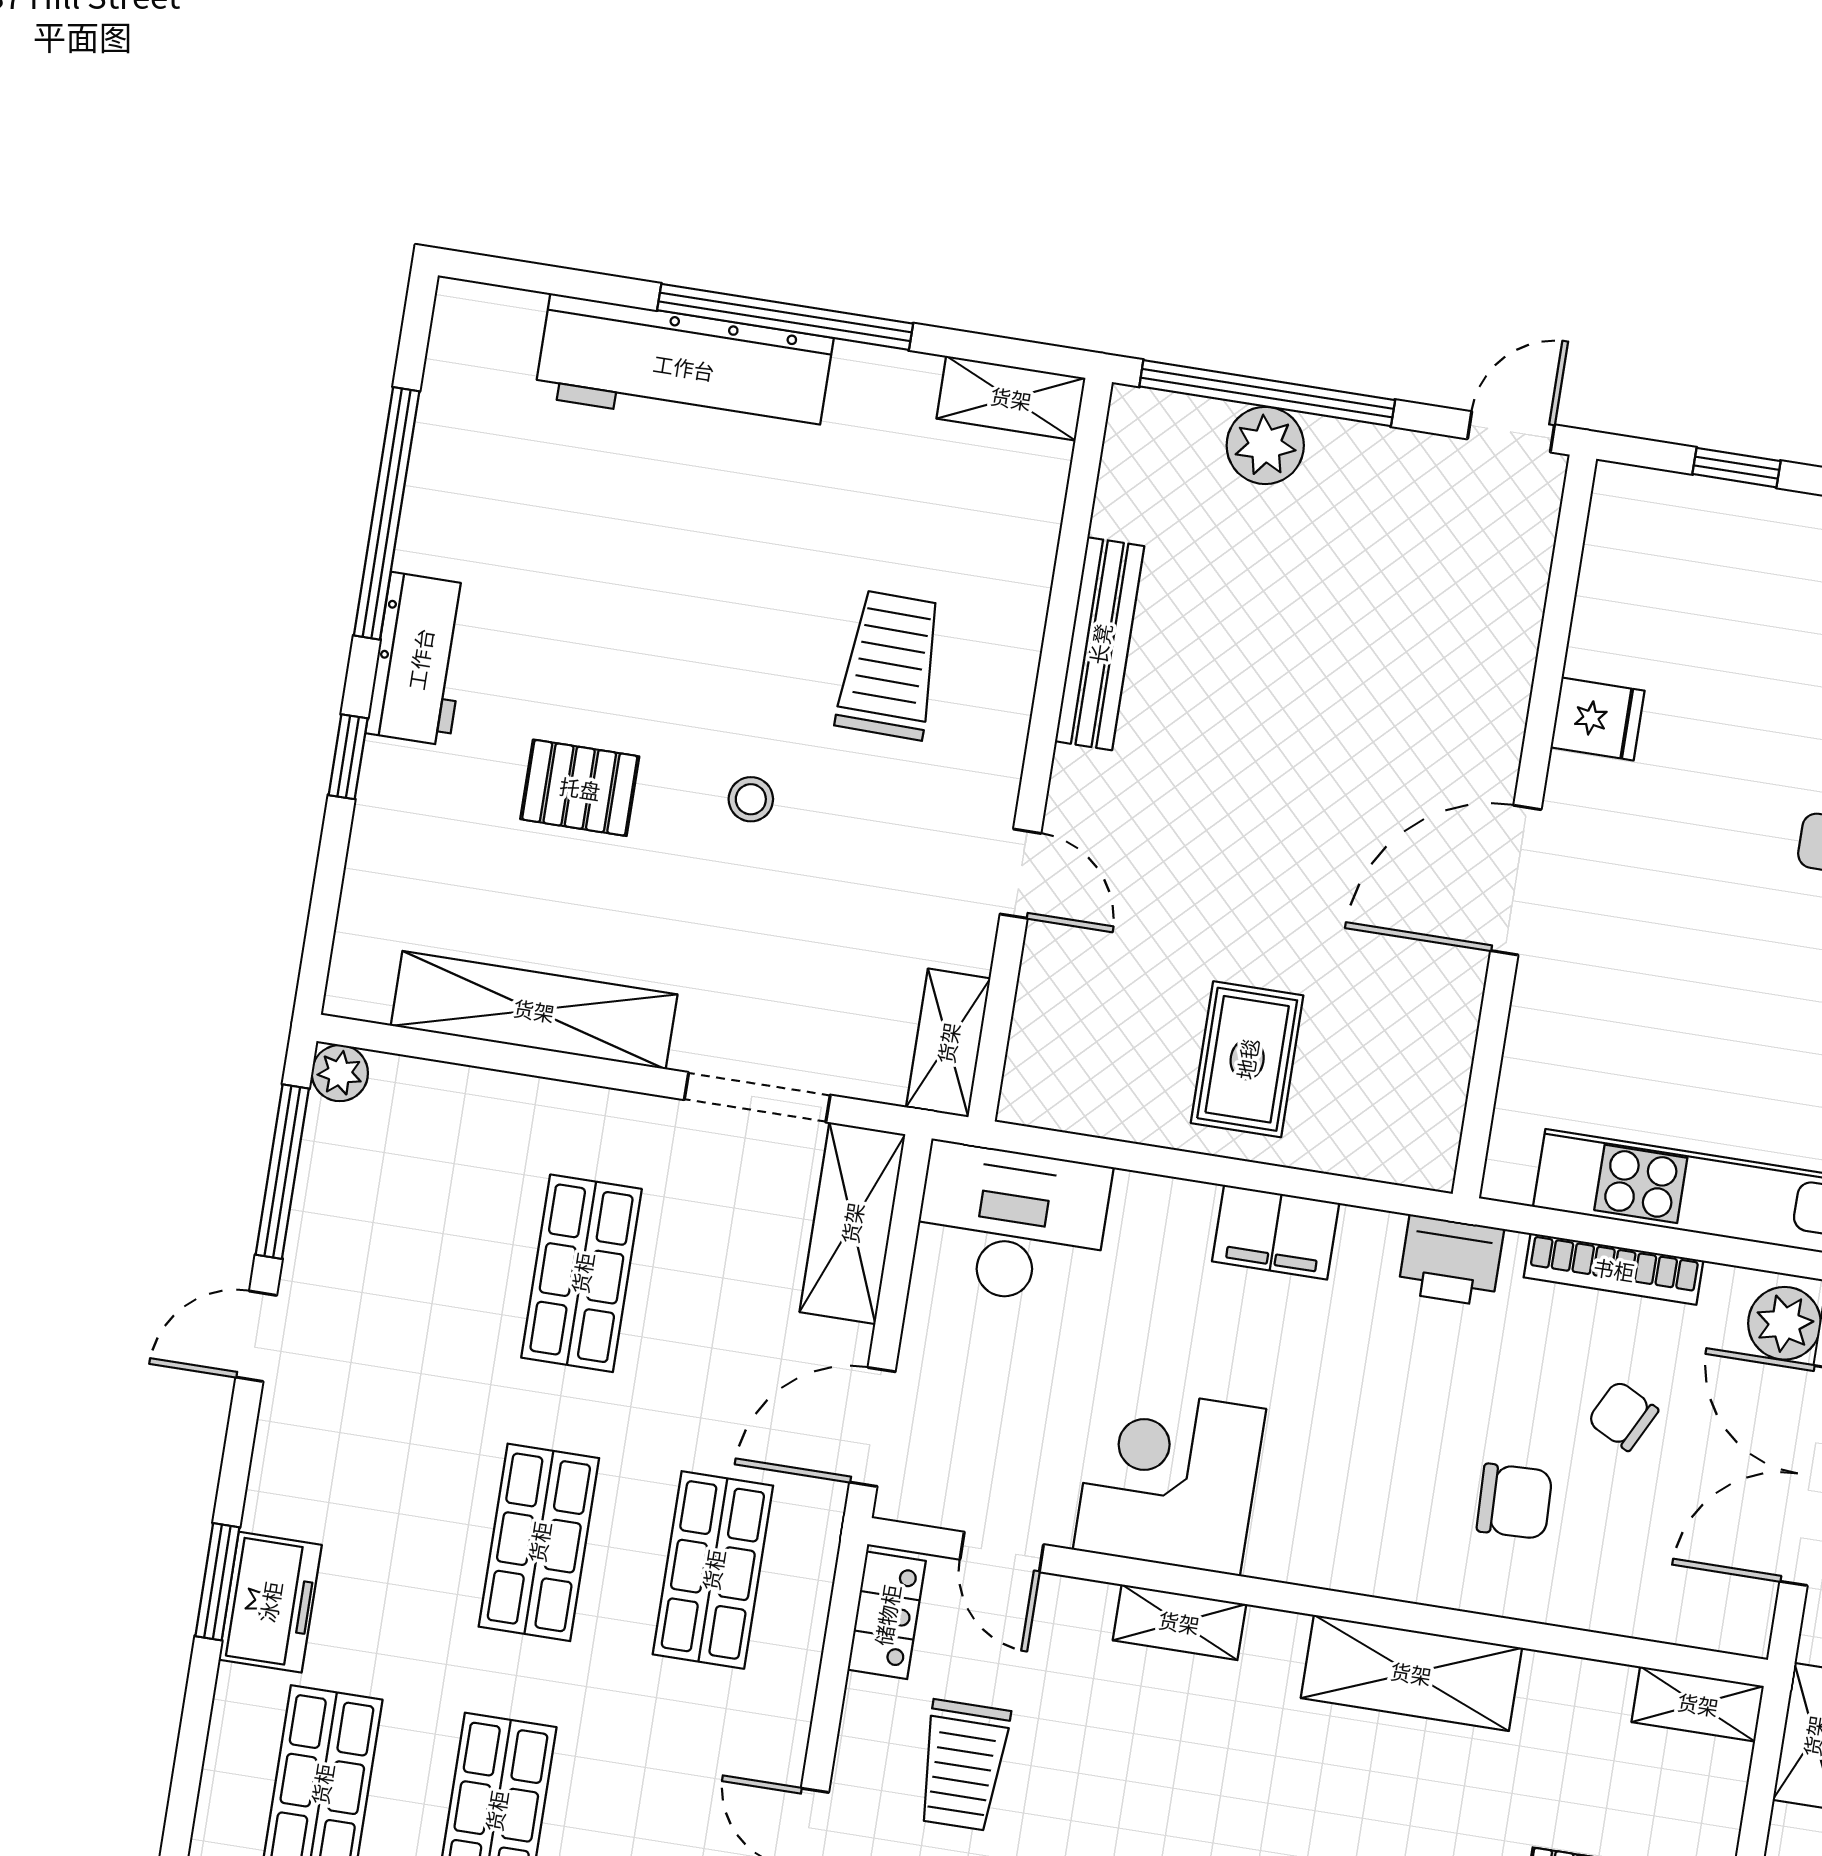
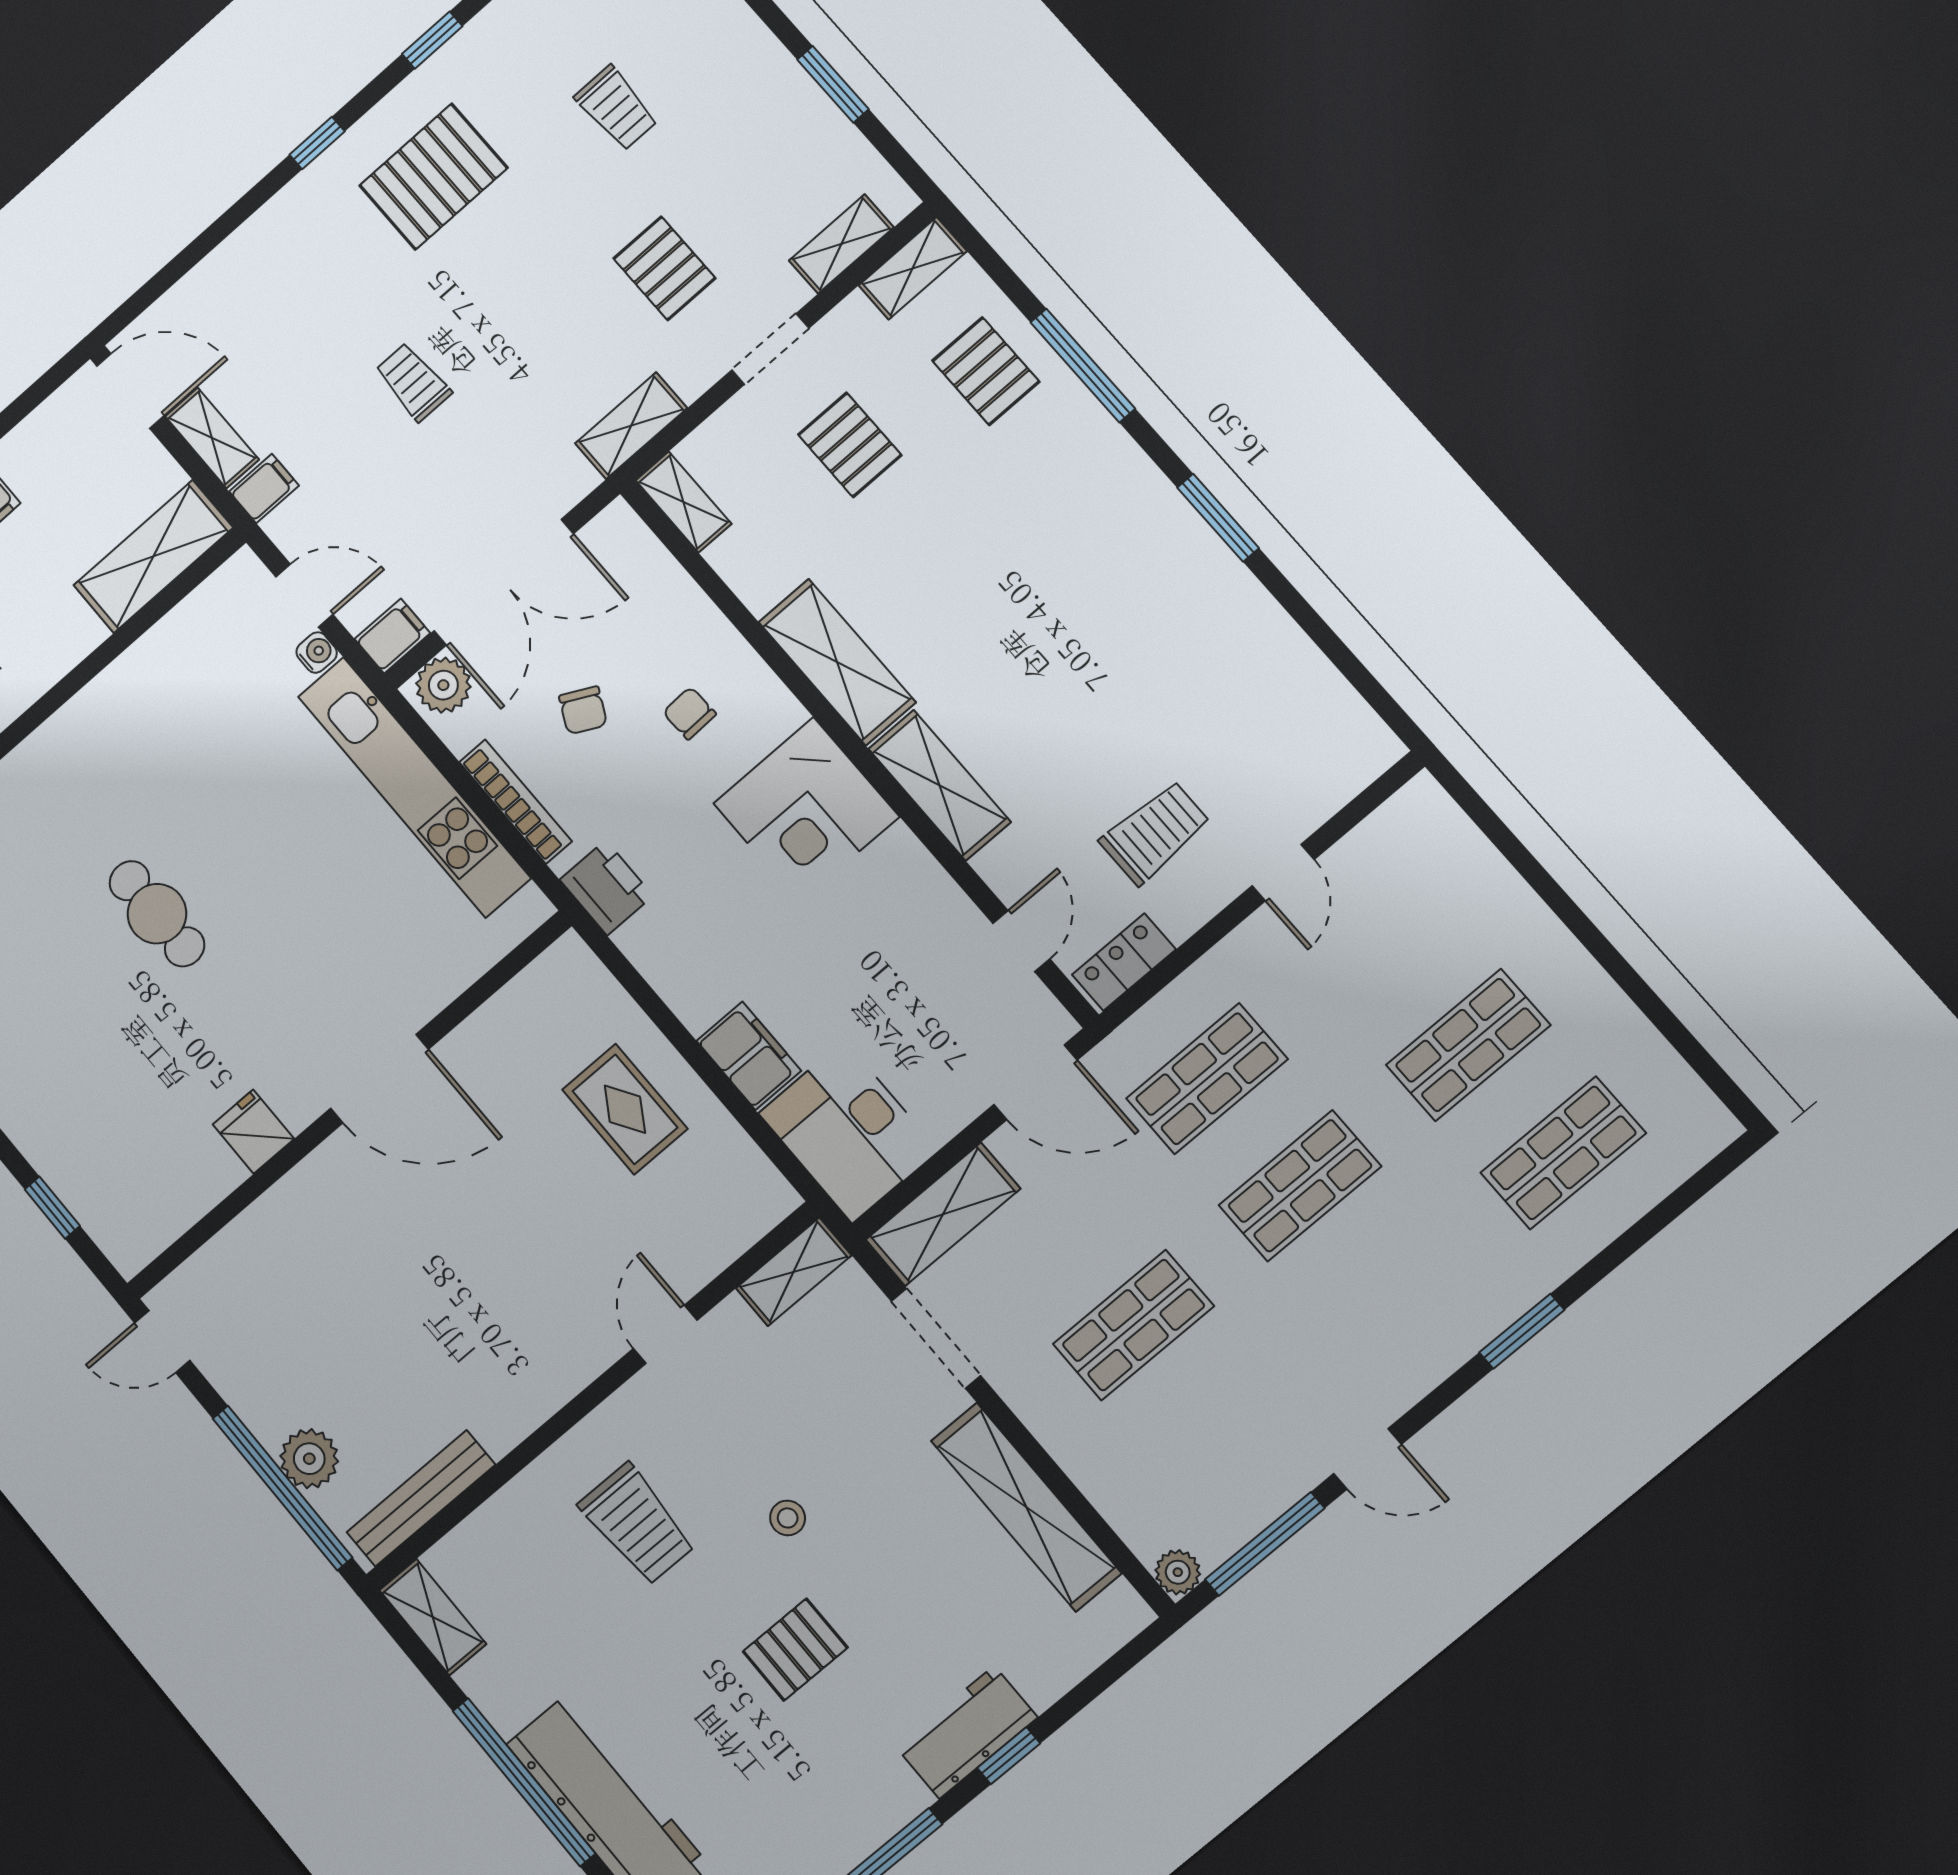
bench: (1100, 644) -> (421, 1498), moved
workbench: (420, 659) -> (967, 1732), moved
trolley: (890, 665) -> (637, 1524), turned -91
pallet: (580, 788) -> (795, 1650), moved, turned 90
rug: (1247, 1059) -> (625, 1109), turned 90
filing cabinet: (1276, 1232) -> (749, 1056), moved
corner desk: (1169, 1479) -> (806, 810), moved
chair: (1515, 1501) -> (689, 713), width x0.73, depth x0.73
freezer: (270, 1602) -> (1499, 1291), removed
shelving: (1179, 1622) -> (940, 785), width x1.50, depth x1.33

